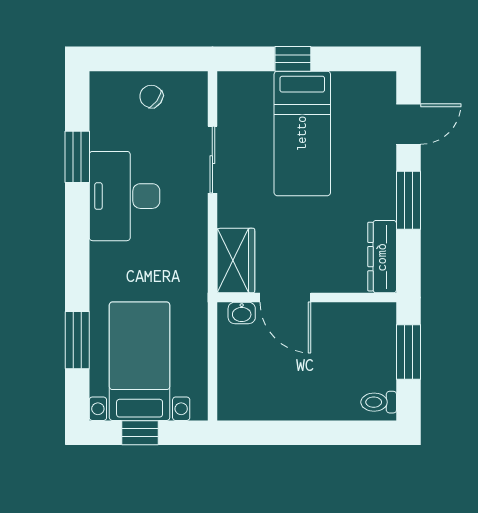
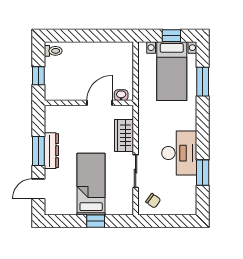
chair: (151, 96) -> (153, 201), moved
dresser: (382, 257) -> (51, 151), moved
wardrobe: (236, 261) -> (124, 135), moved
door: (285, 297) -> (99, 103), hinge flipped
window: (409, 352) -> (38, 76), width x0.67

